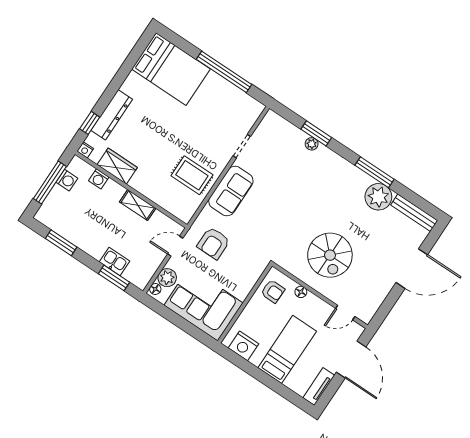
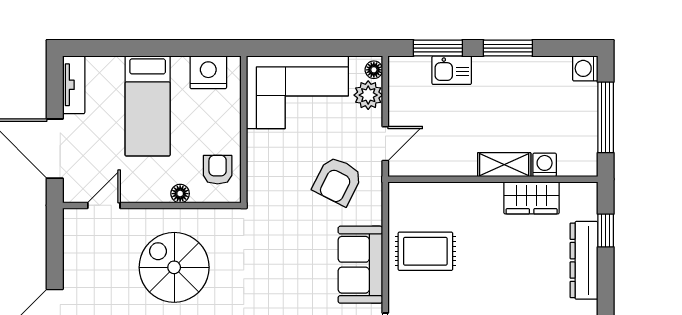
nightstand: (85, 150) -> (588, 191), removed
washing machine: (67, 180) -> (585, 68), moved
shelving: (138, 205) -> (504, 165), moved
window: (61, 243) -> (508, 48), moved
armchair: (214, 243) -> (338, 181), turned -153
armchair: (273, 291) -> (218, 170), turned 89

